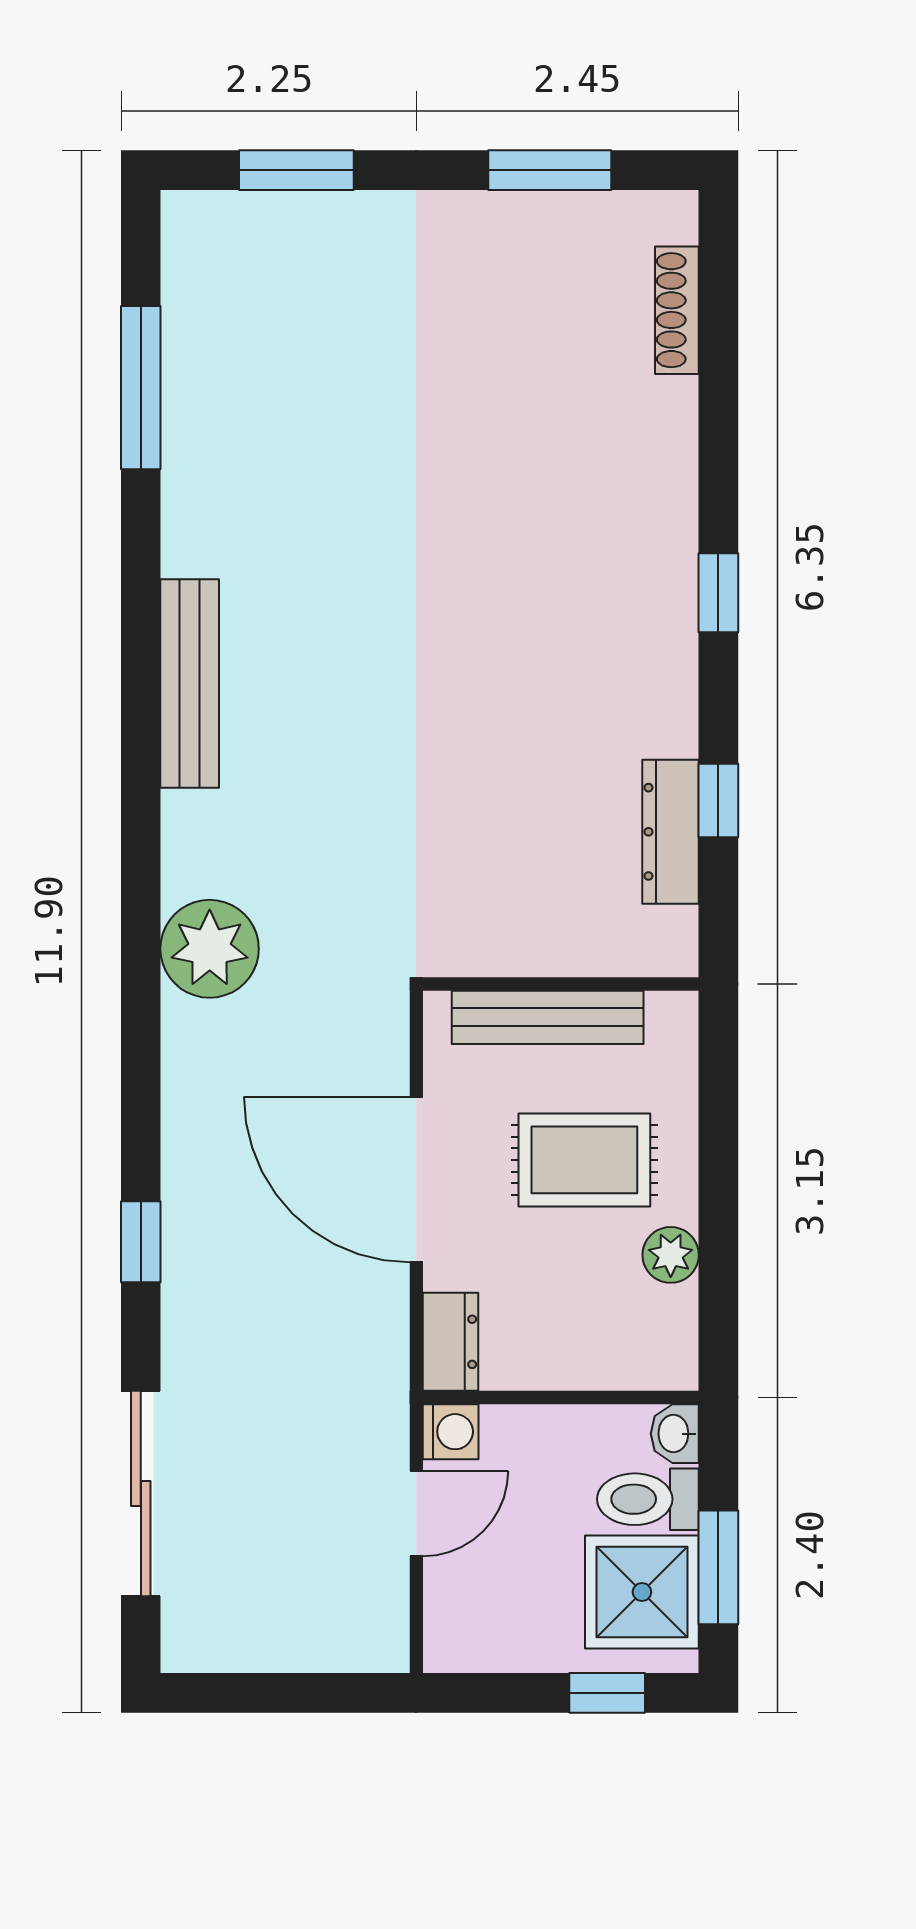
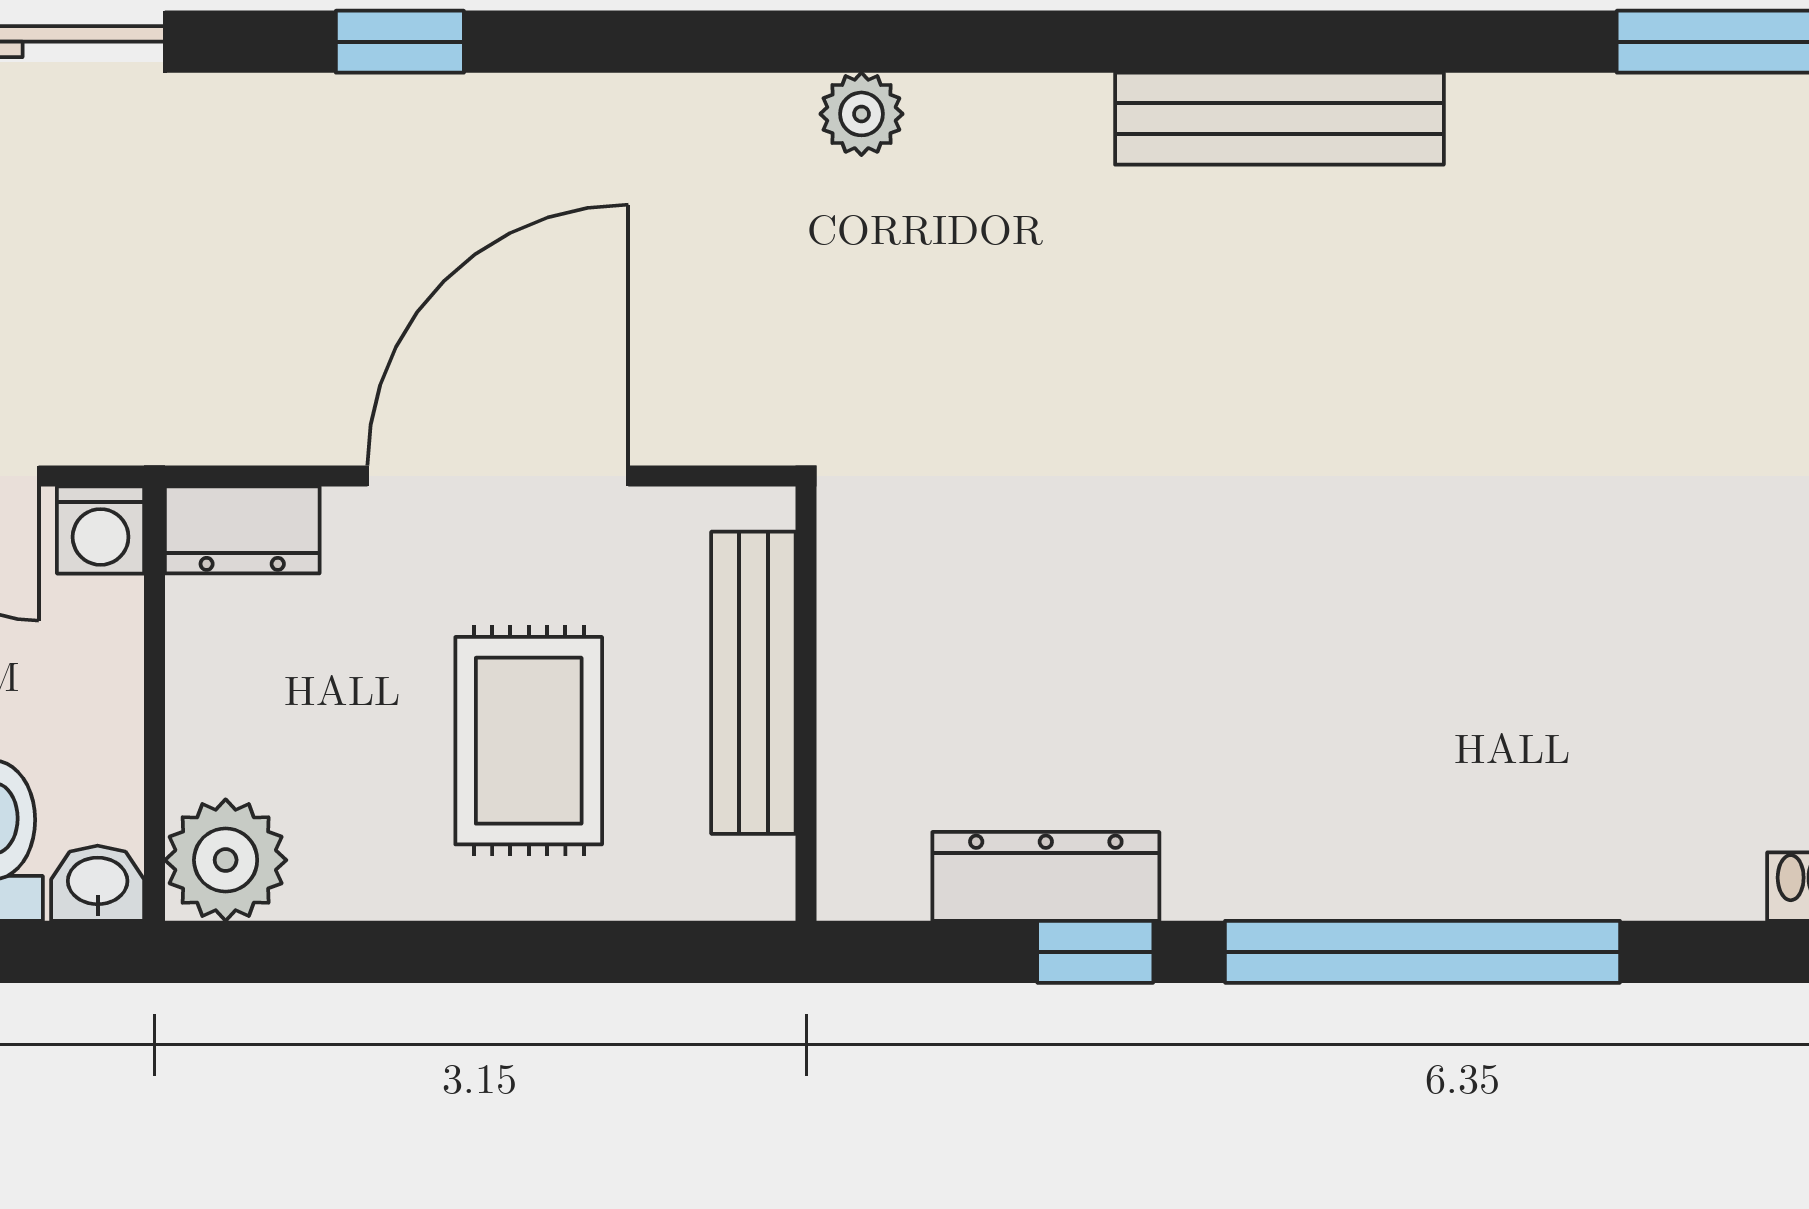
window: (718, 593) -> (1423, 952), width x3.17
plant: (210, 949) -> (861, 114), width x0.53, depth x0.53
plant: (671, 1255) -> (226, 860), moved, width x1.38, depth x1.38

